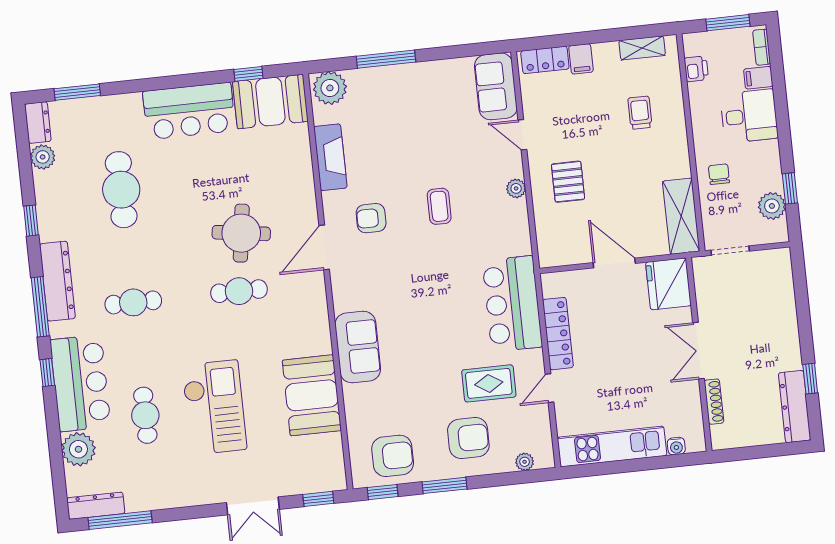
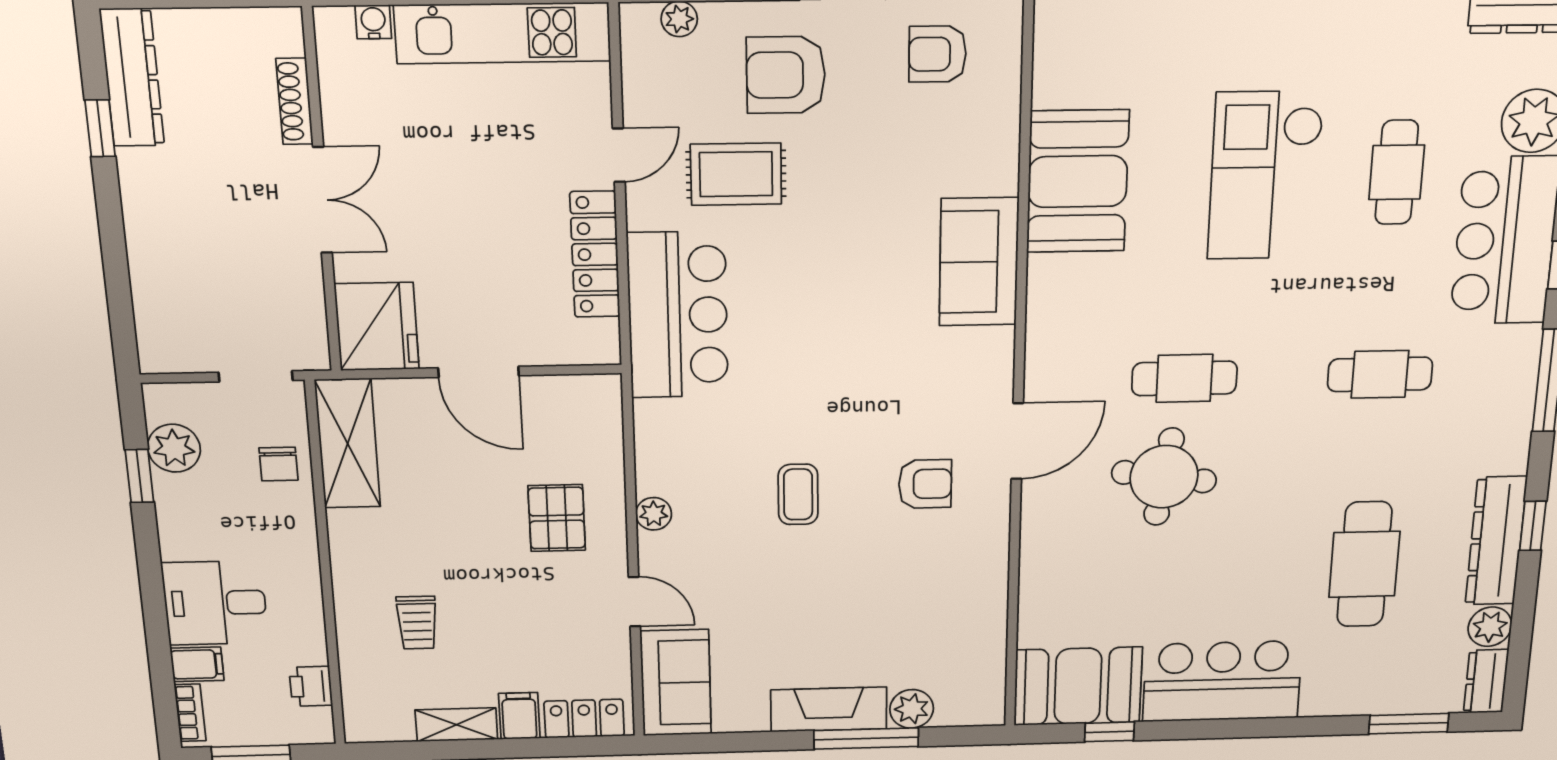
shelving: (642, 48) -> (456, 725), moved
plant: (330, 88) -> (912, 709), moved, width x0.73, depth x0.73
fireplace: (330, 157) -> (829, 709), moved, turned 90
chair: (719, 174) -> (278, 464), moved
dresser: (57, 281) -> (1496, 541), moved
armchair: (393, 456) -> (938, 54), width x0.72, depth x0.72

